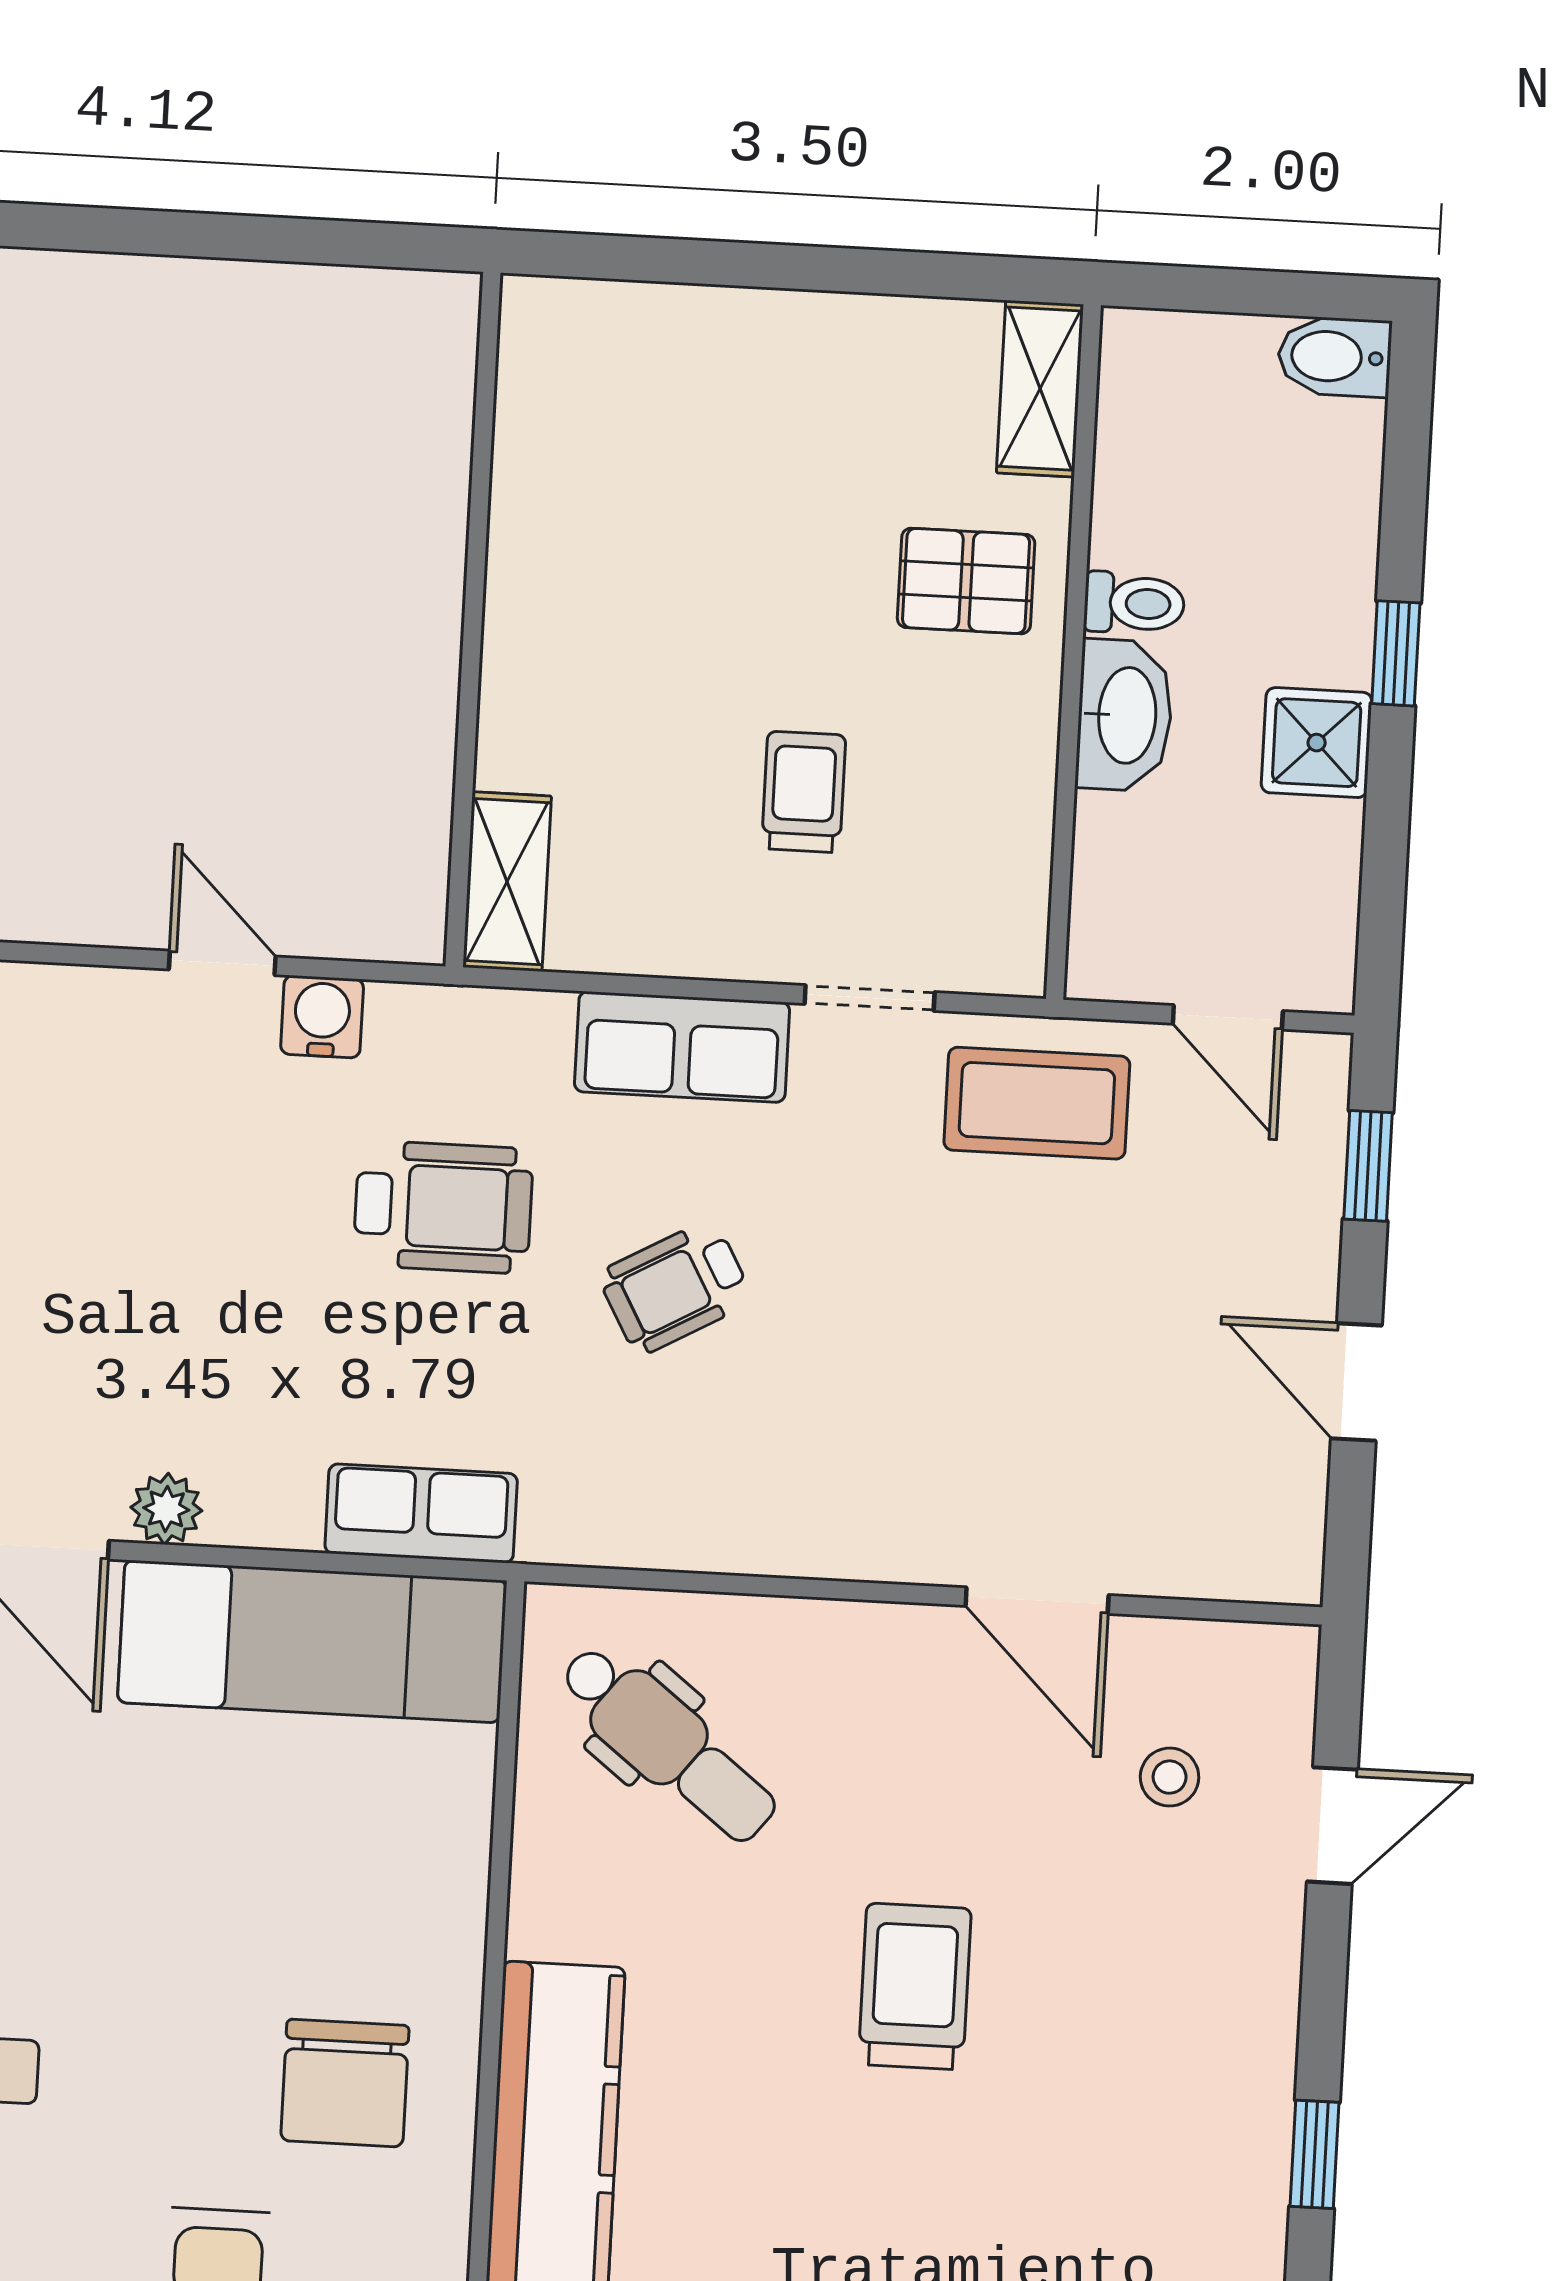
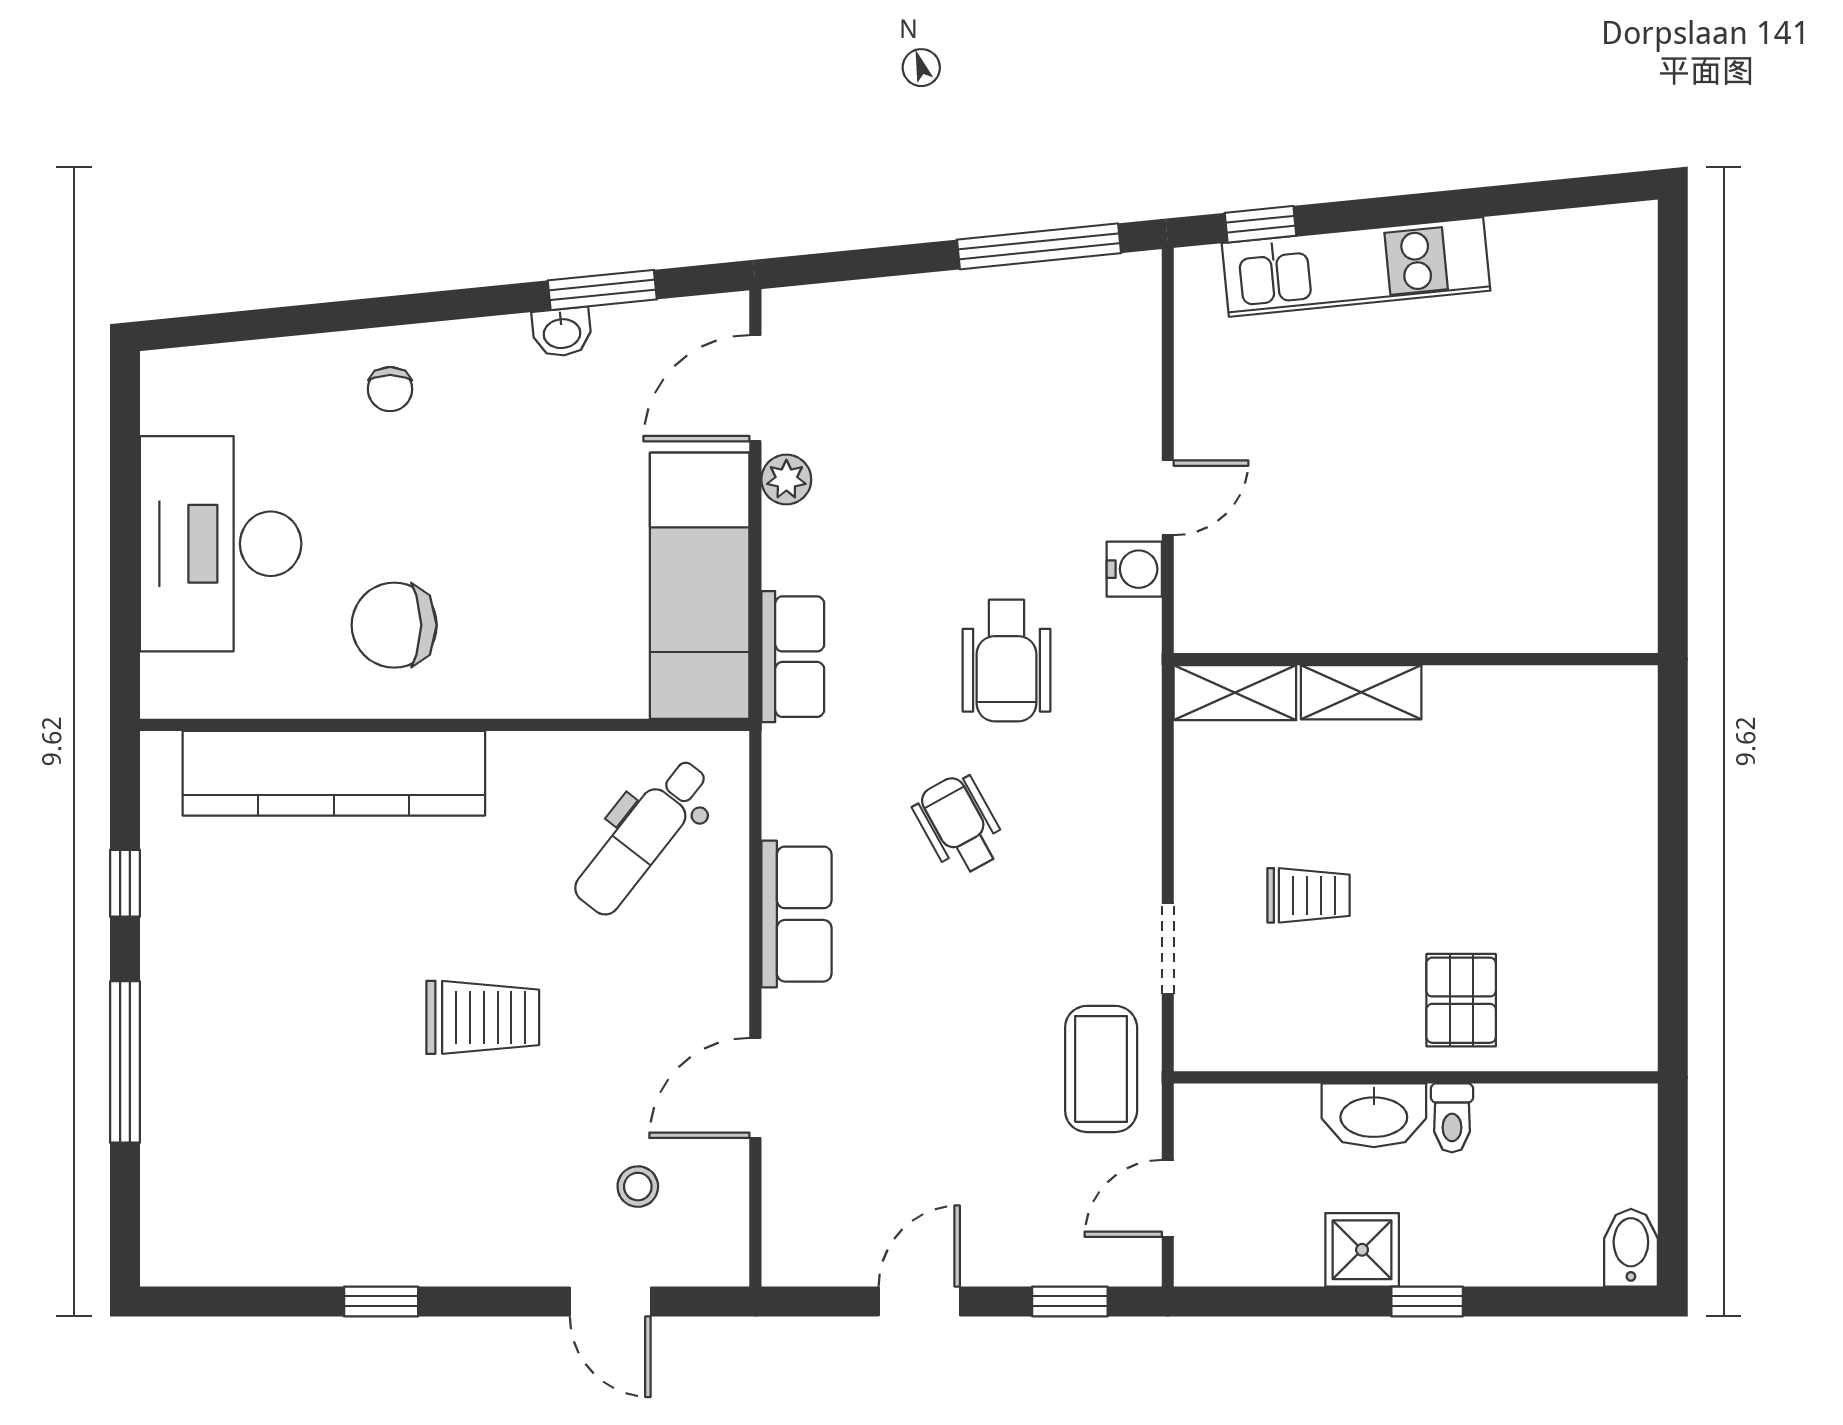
shelving: (1040, 389) -> (1361, 692), moved
row of seats: (682, 1047) -> (796, 914), moved, turned 180

